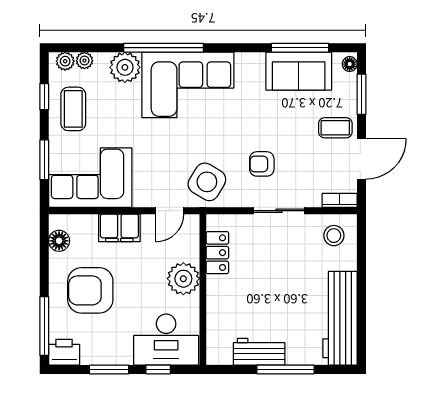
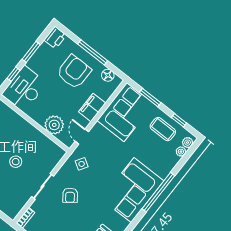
plant: (125, 67) -> (163, 168), removed
armchair: (262, 164) -> (70, 195), turned 143
side table: (207, 182) -> (82, 164), width x0.54, depth x0.54
stool: (334, 236) -> (16, 162), moved
locker: (217, 253) -> (46, 143), removed
plant: (183, 279) -> (54, 125), moved
window: (44, 326) -> (93, 52), moved

